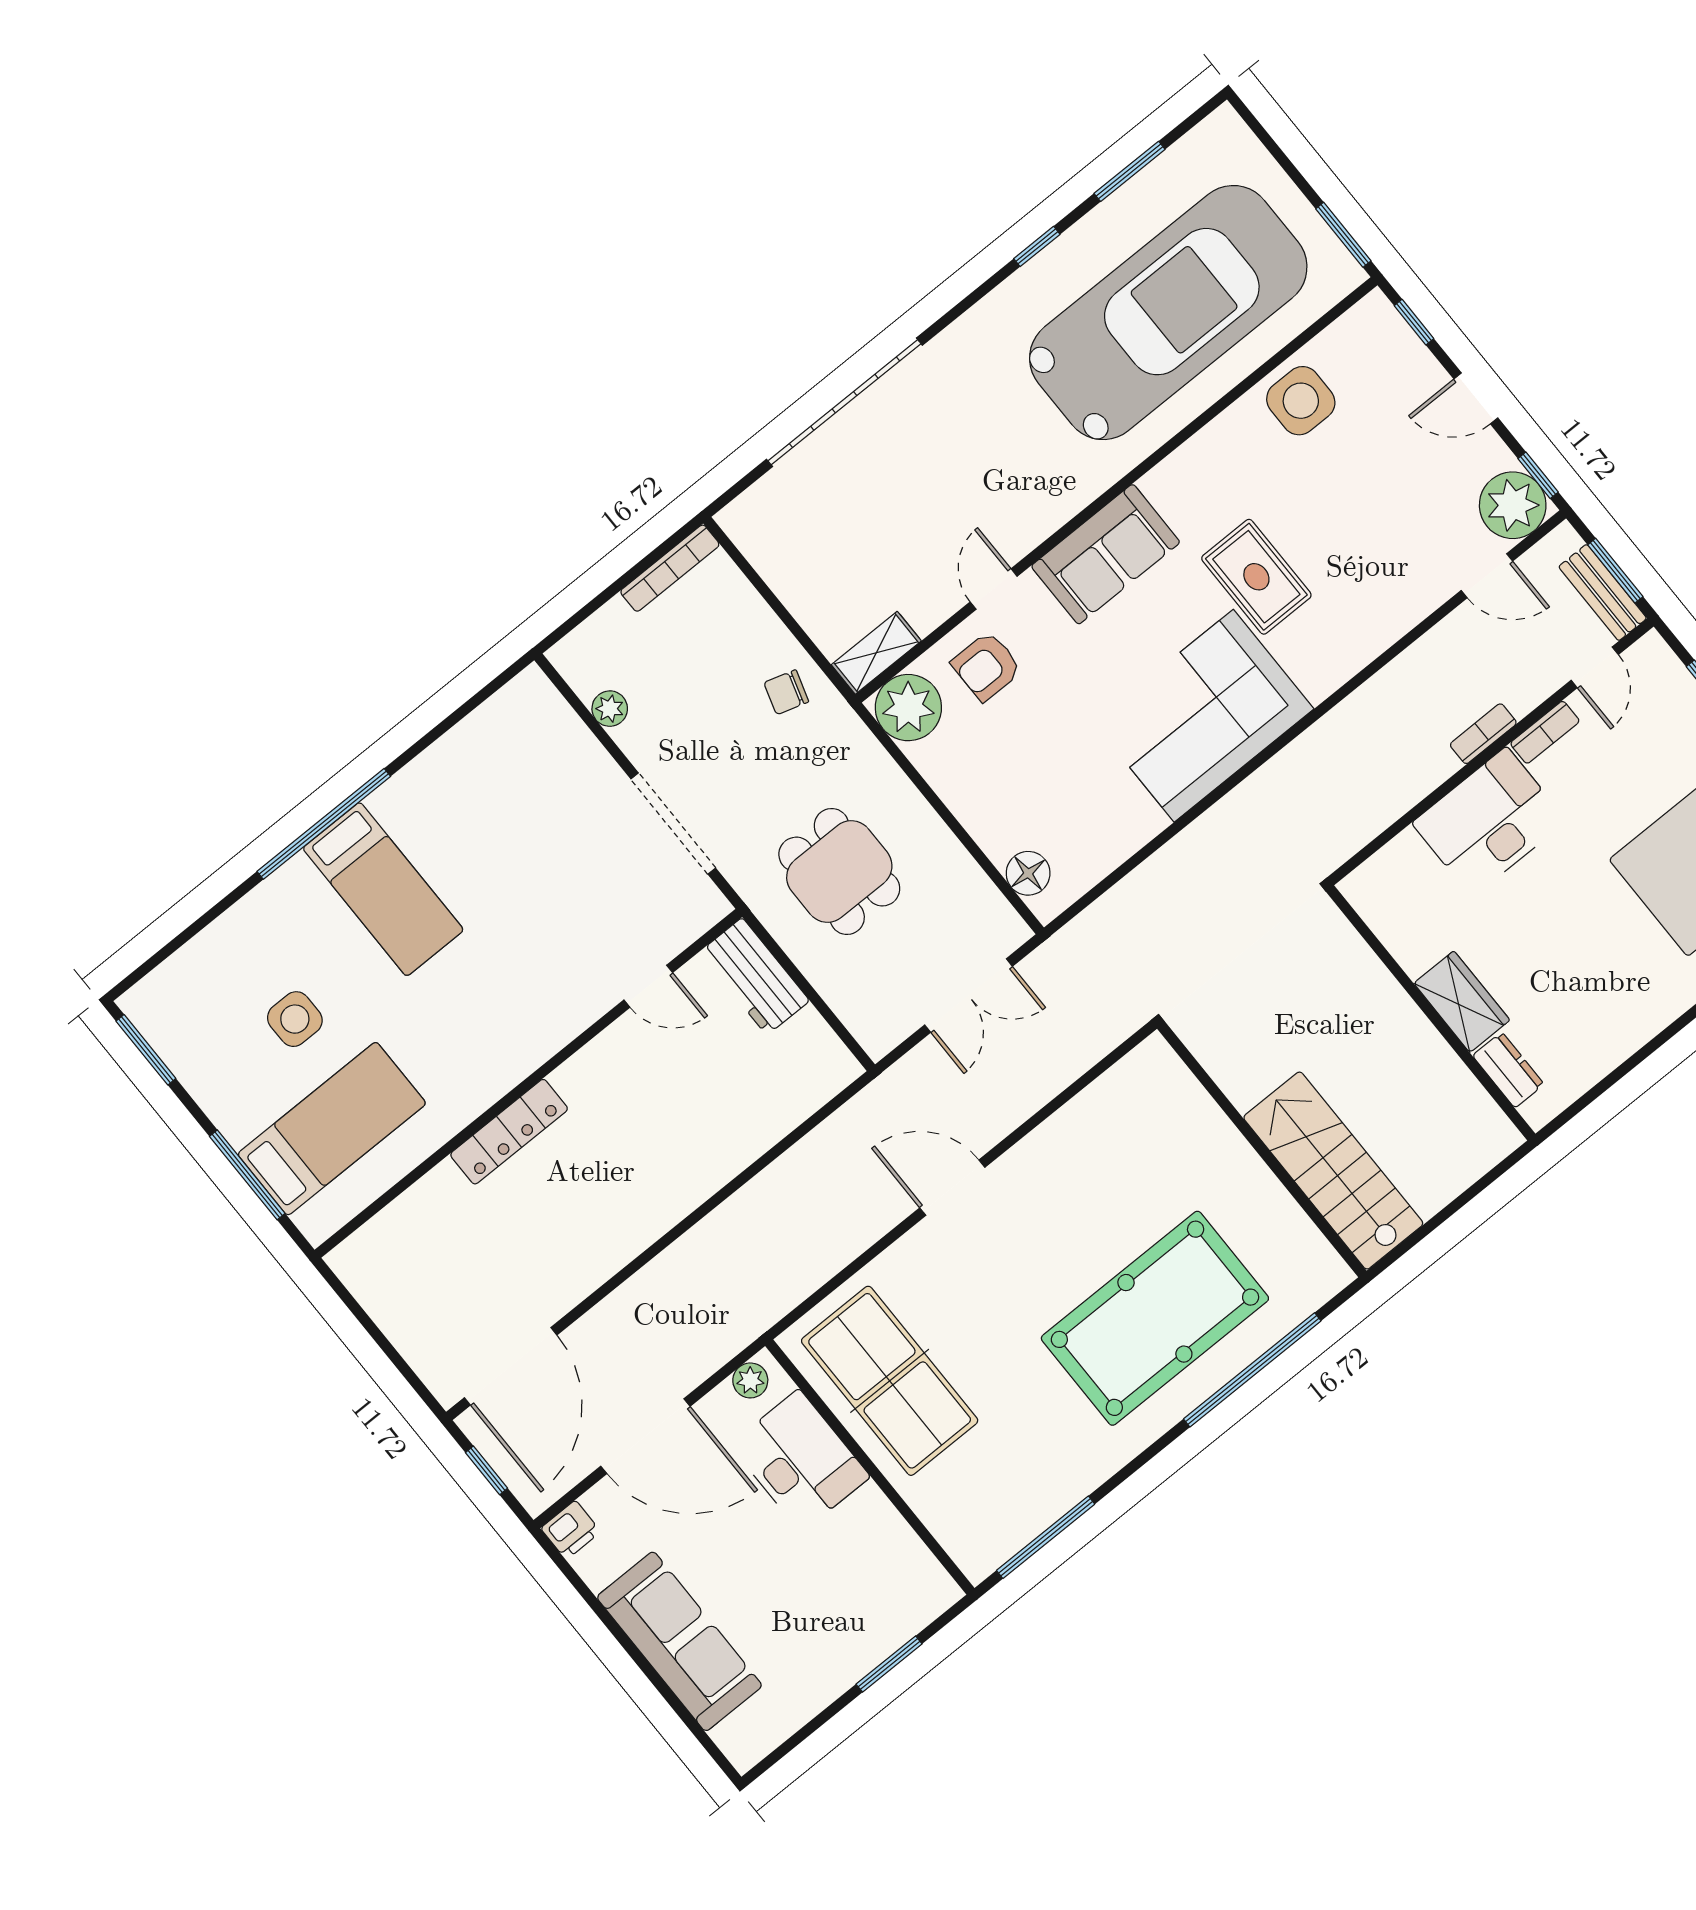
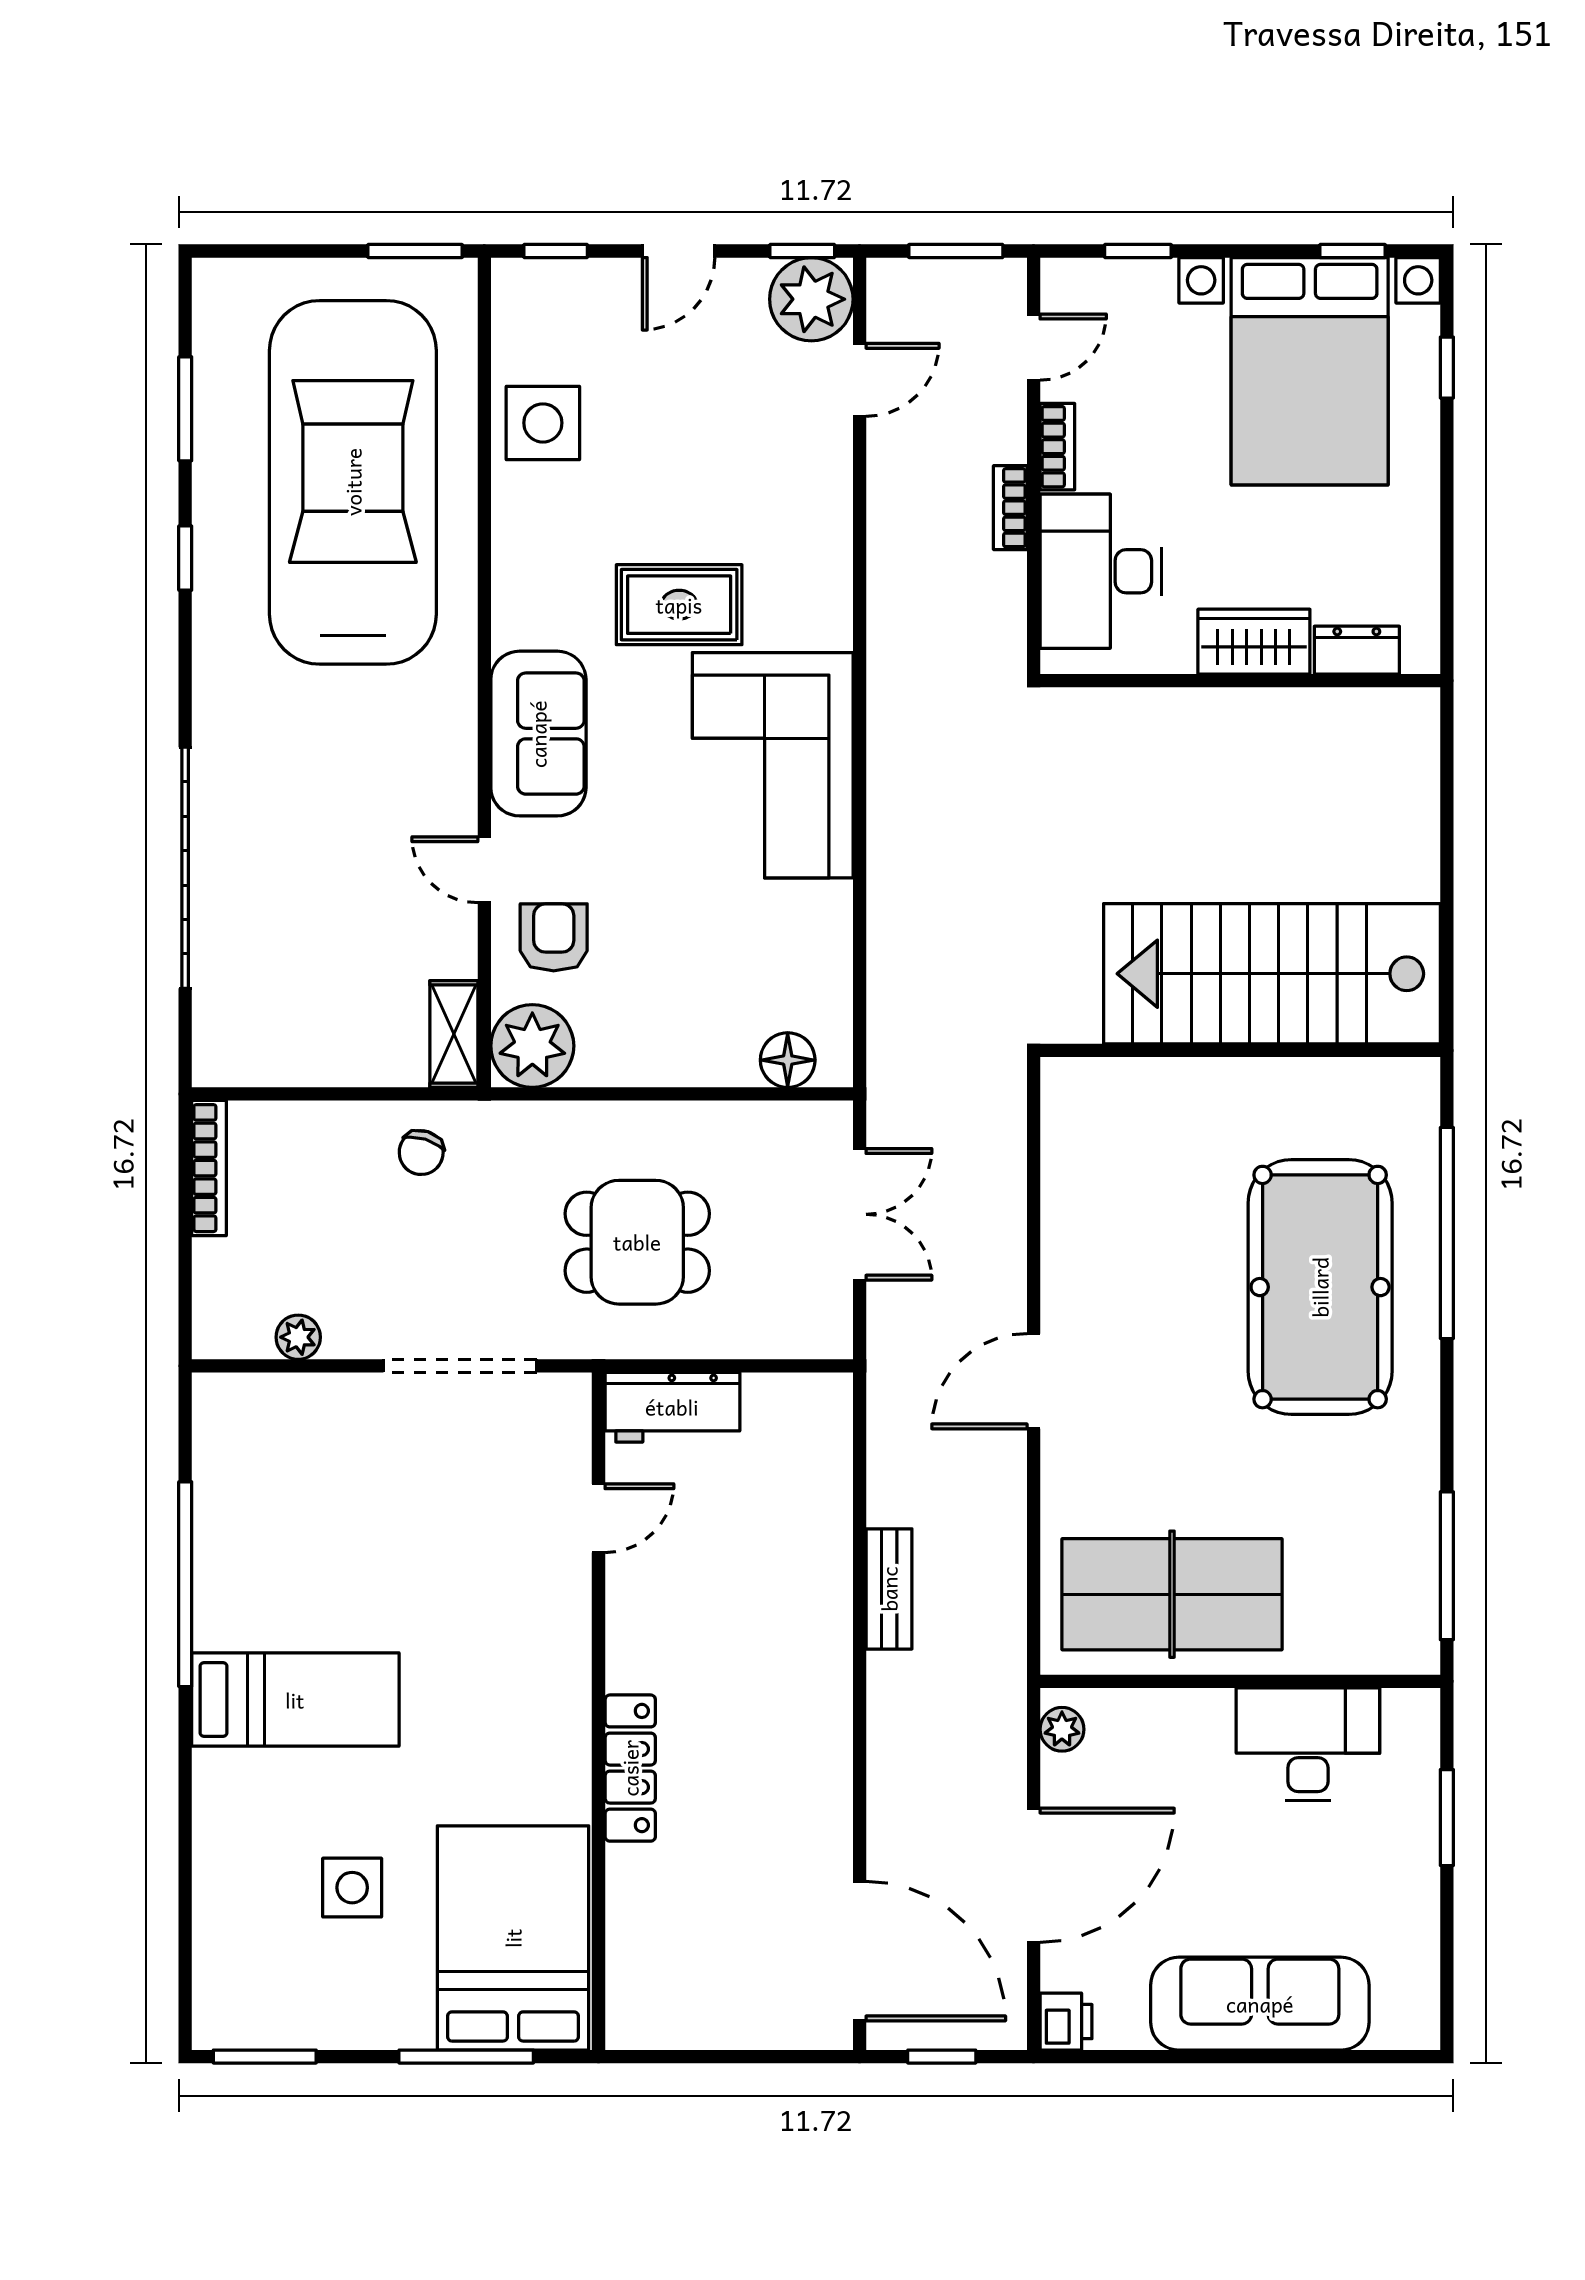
bench: (1603, 592) -> (889, 1589), moved, turned 90
armchair: (987, 666) -> (554, 937), turned 180
door: (1595, 667) -> (1034, 347), hinge flipped
window: (324, 824) -> (185, 1584), moved
wardrobe: (1462, 1002) -> (1254, 642), moved
wall: (1431, 1013) -> (1240, 681), moved
dresser: (1508, 1070) -> (1357, 650), moved
bed: (332, 1129) -> (513, 1938), width x1.50
stairs: (1333, 1171) -> (1272, 974), width x1.36, depth x1.51
desk: (800, 1461) -> (1308, 1744), moved

